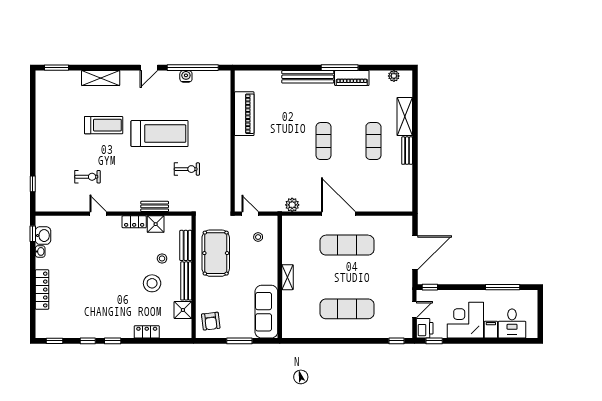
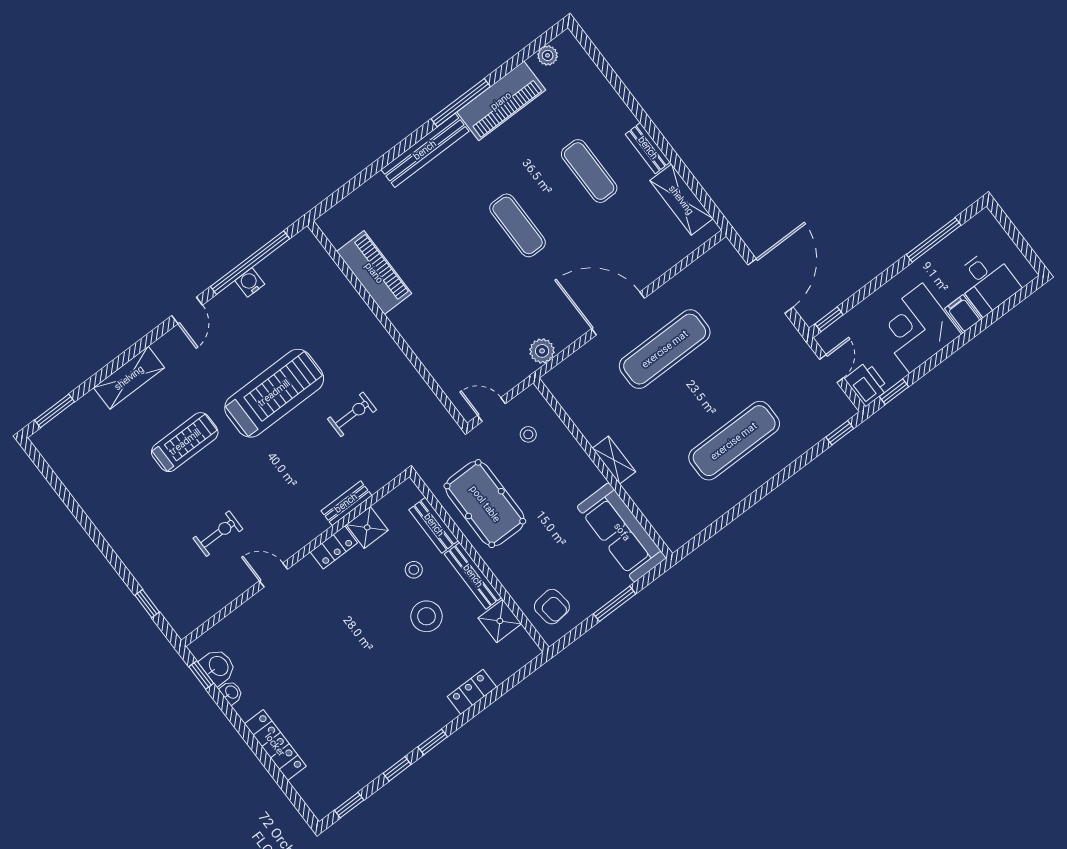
piano: (352, 78) -> (501, 101), width x1.37, depth x1.33
shelving: (405, 117) -> (681, 200), moved

